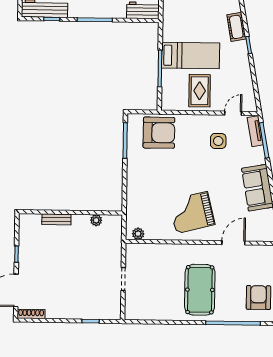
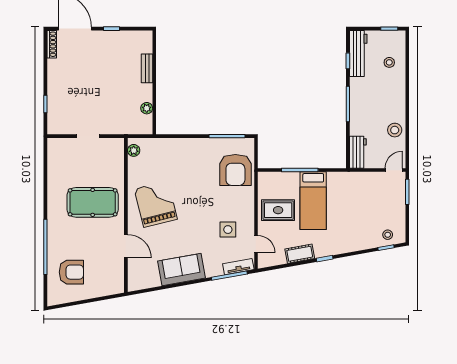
cot: (236, 27) -> (300, 254), moved
pool table: (200, 290) -> (93, 202), moved

